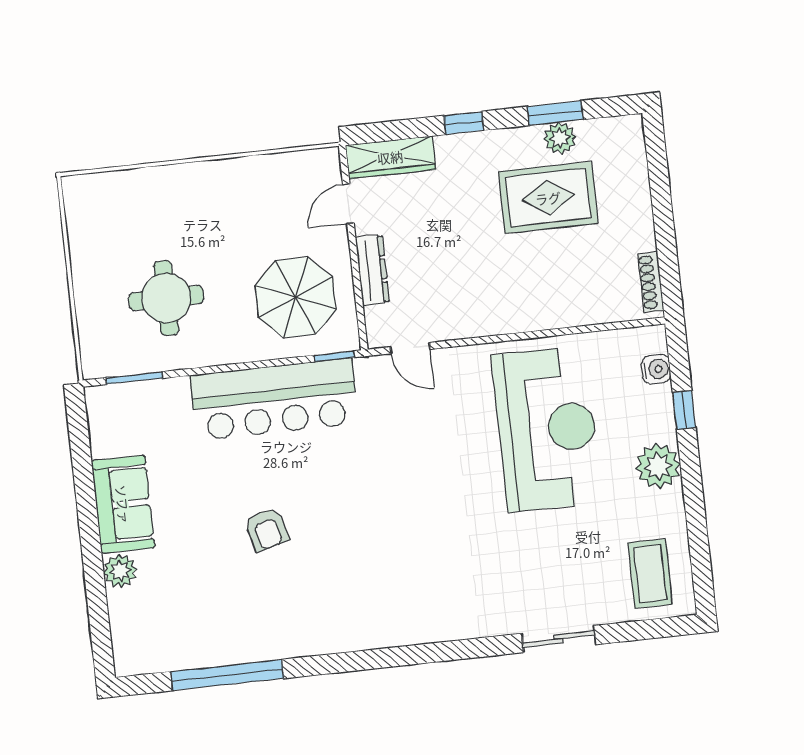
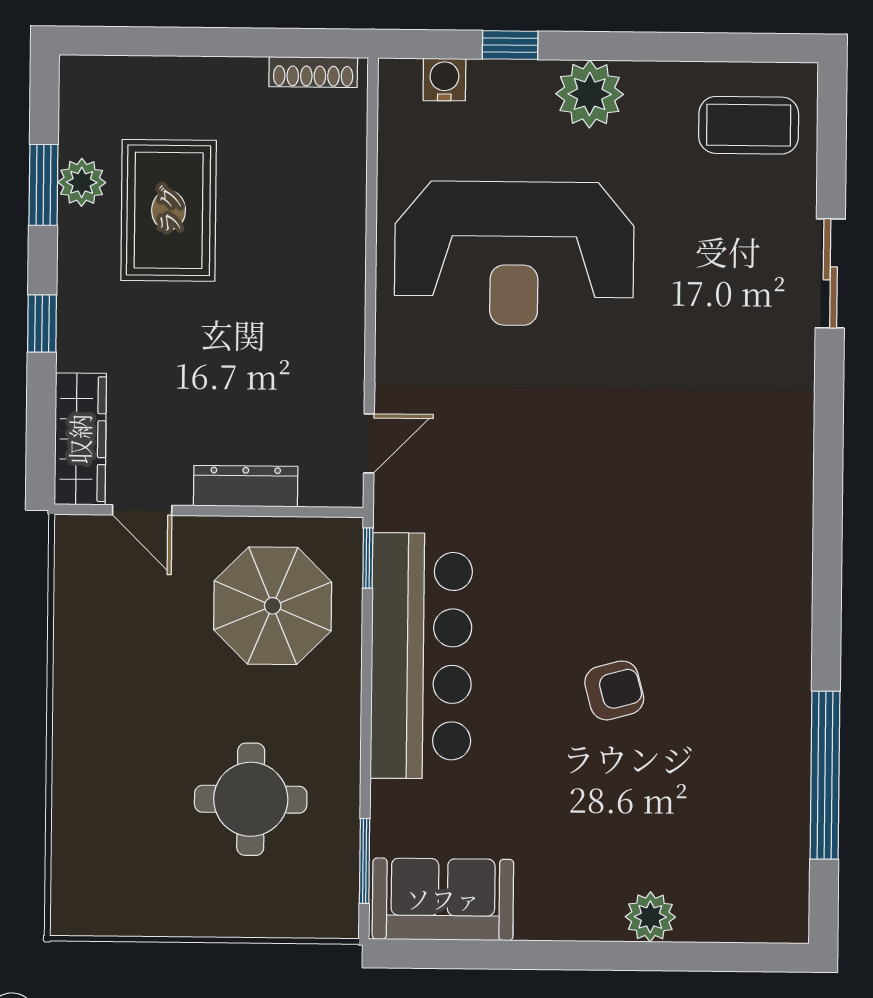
reception desk: (547, 429) -> (514, 254), turned 180
sofa: (123, 504) -> (443, 899), moved

